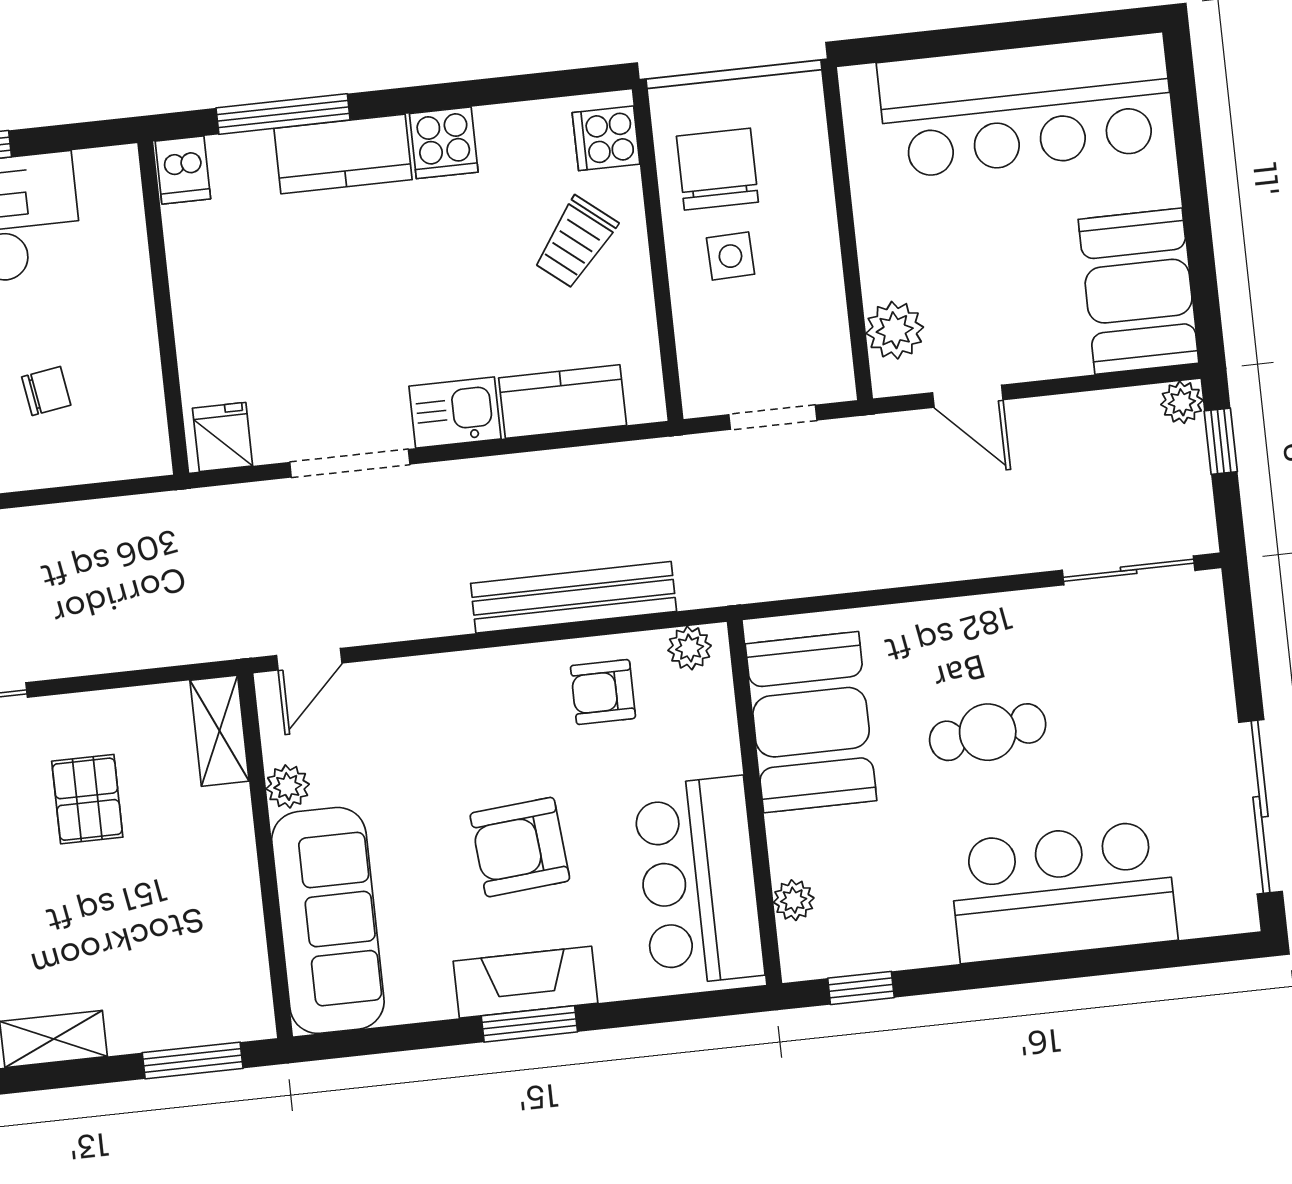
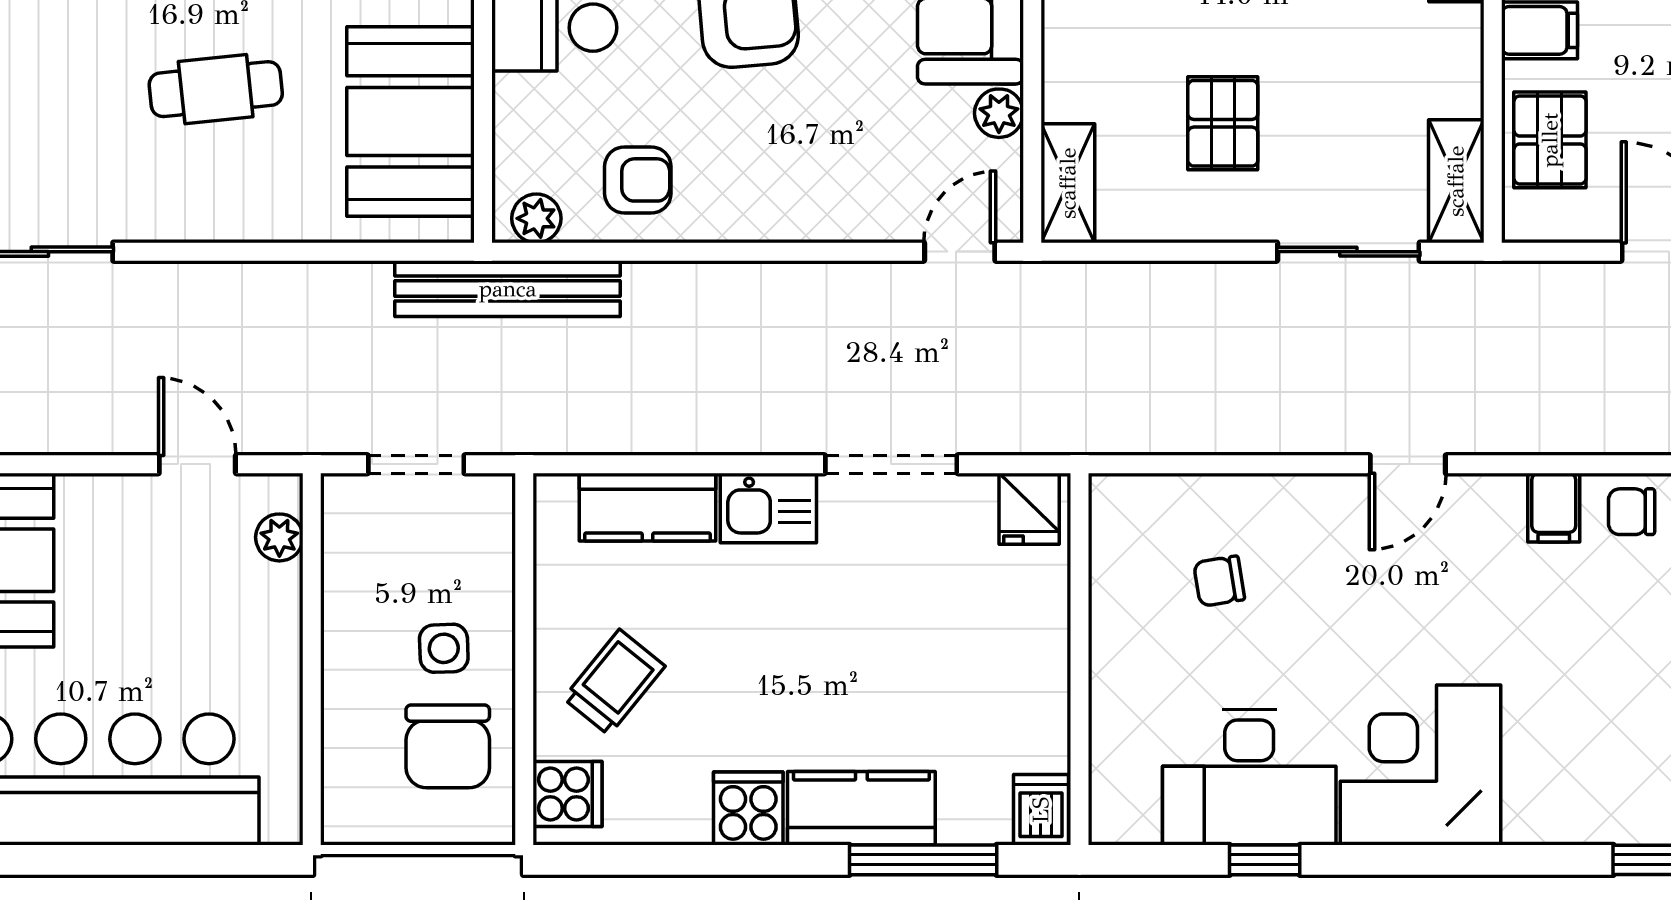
plant: (895, 330) -> (279, 537), width x0.73, depth x0.73
bench: (574, 597) -> (508, 289), moved

